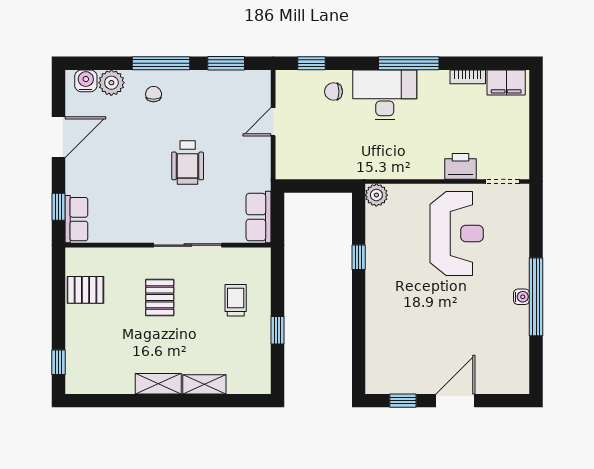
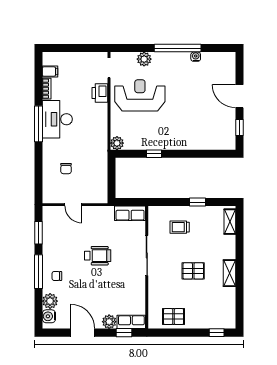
window: (312, 63) -> (38, 182), removed
filing cabinet: (506, 83) -> (50, 72), width x0.50
chair: (333, 92) -> (66, 169), moved
desk: (385, 95) -> (57, 119), moved
plant: (77, 182) -> (109, 322), added
plant: (517, 241) -> (144, 59), added
pallet: (85, 290) -> (174, 317), turned 90
water cooler: (522, 297) -> (196, 57), moved
pallet: (160, 298) -> (193, 271), moved
shelving: (204, 384) -> (230, 222), moved

